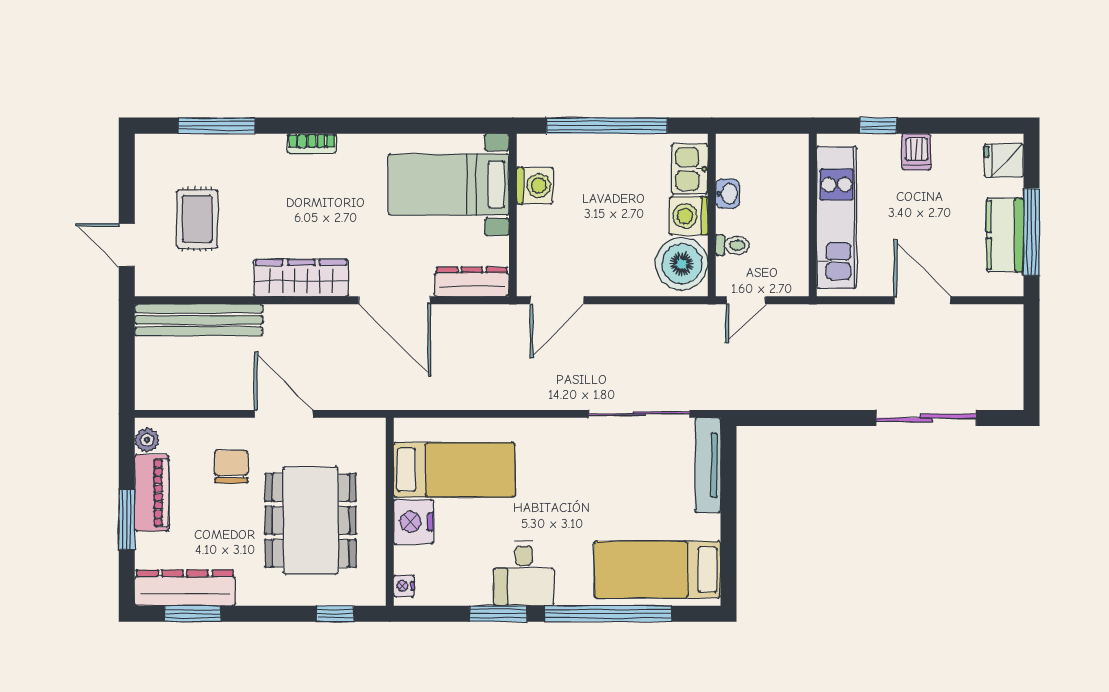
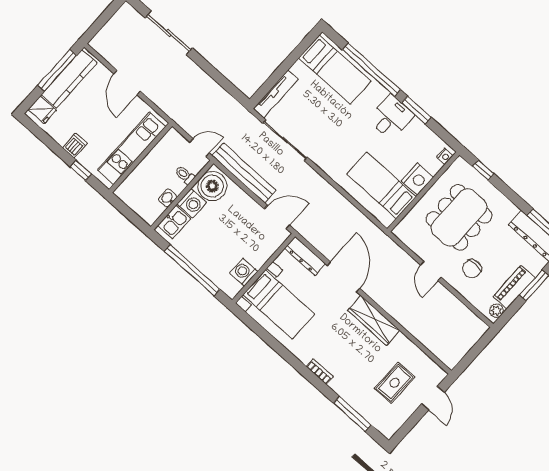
kitchen counter: (1005, 235) -> (69, 79), width x1.50
bench: (199, 320) -> (244, 173), moved
door: (284, 414) -> (431, 271), width x0.73

